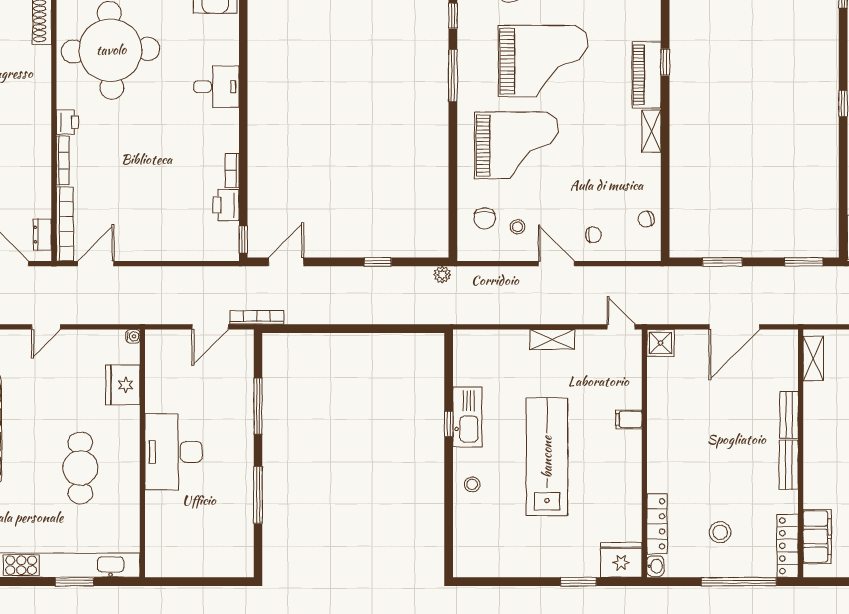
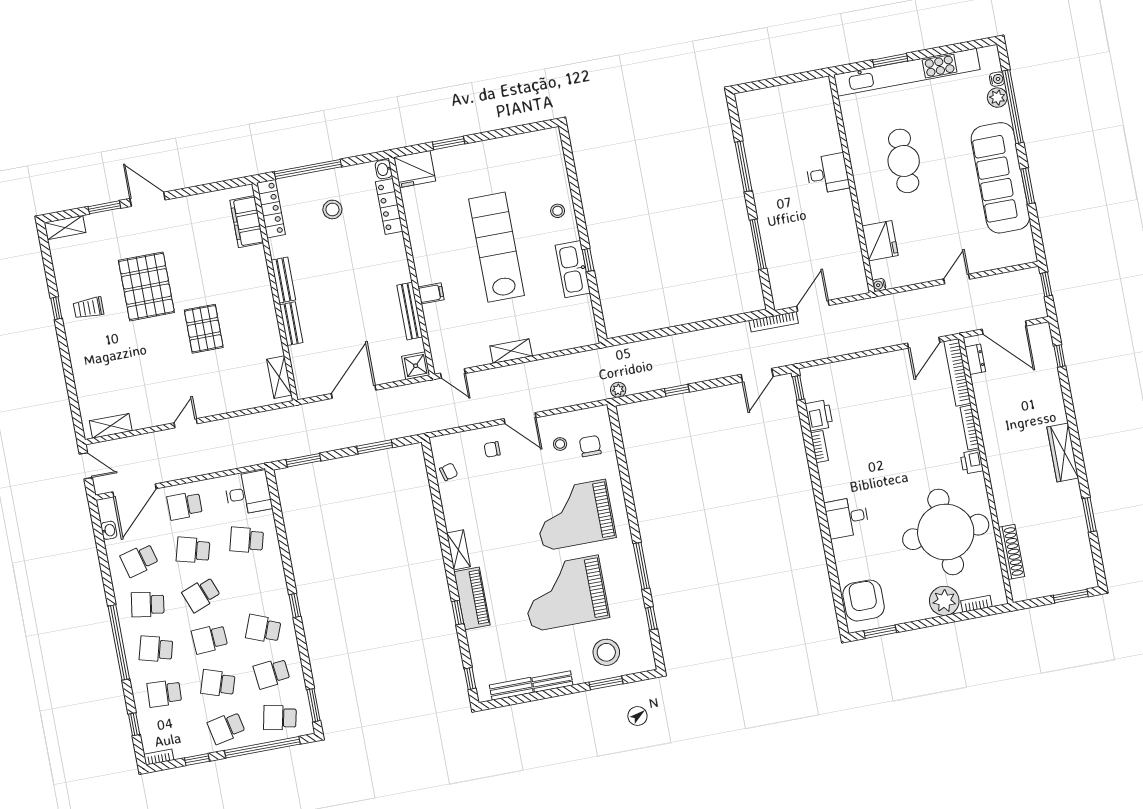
bench: (656, 404) -> (410, 311), added
desk: (174, 452) -> (827, 174), width x0.53, depth x0.77
lab bench: (547, 457) -> (497, 247), turned 180

